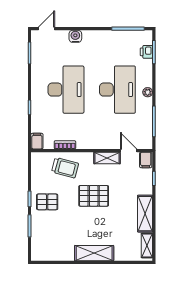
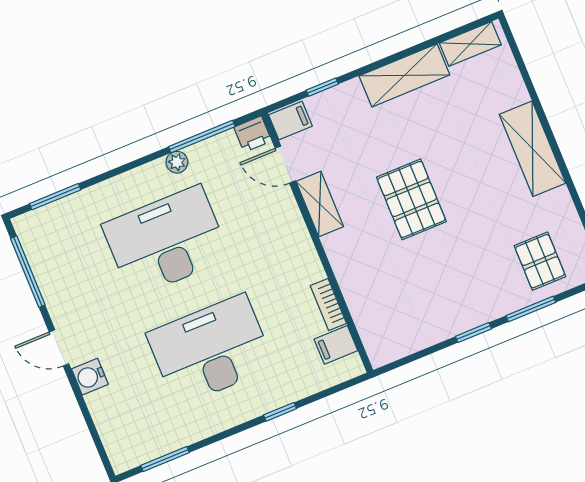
door: (47, 29) -> (59, 348), moved
printer: (146, 52) -> (253, 134), moved
plant: (148, 92) -> (177, 162), moved
filing cabinet: (37, 141) -> (336, 345), moved
door: (129, 151) -> (285, 165), hinge flipped
trolley: (65, 168) -> (377, 284), removed
pallet: (47, 202) -> (540, 261), moved

